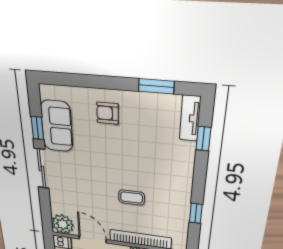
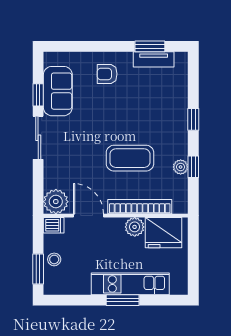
tv unit: (190, 118) -> (154, 59), moved, turned -90
window: (203, 139) -> (193, 119), moved
coffee table: (132, 198) -> (130, 158), width x1.86, depth x1.72
plant: (183, 212) -> (181, 167), added

